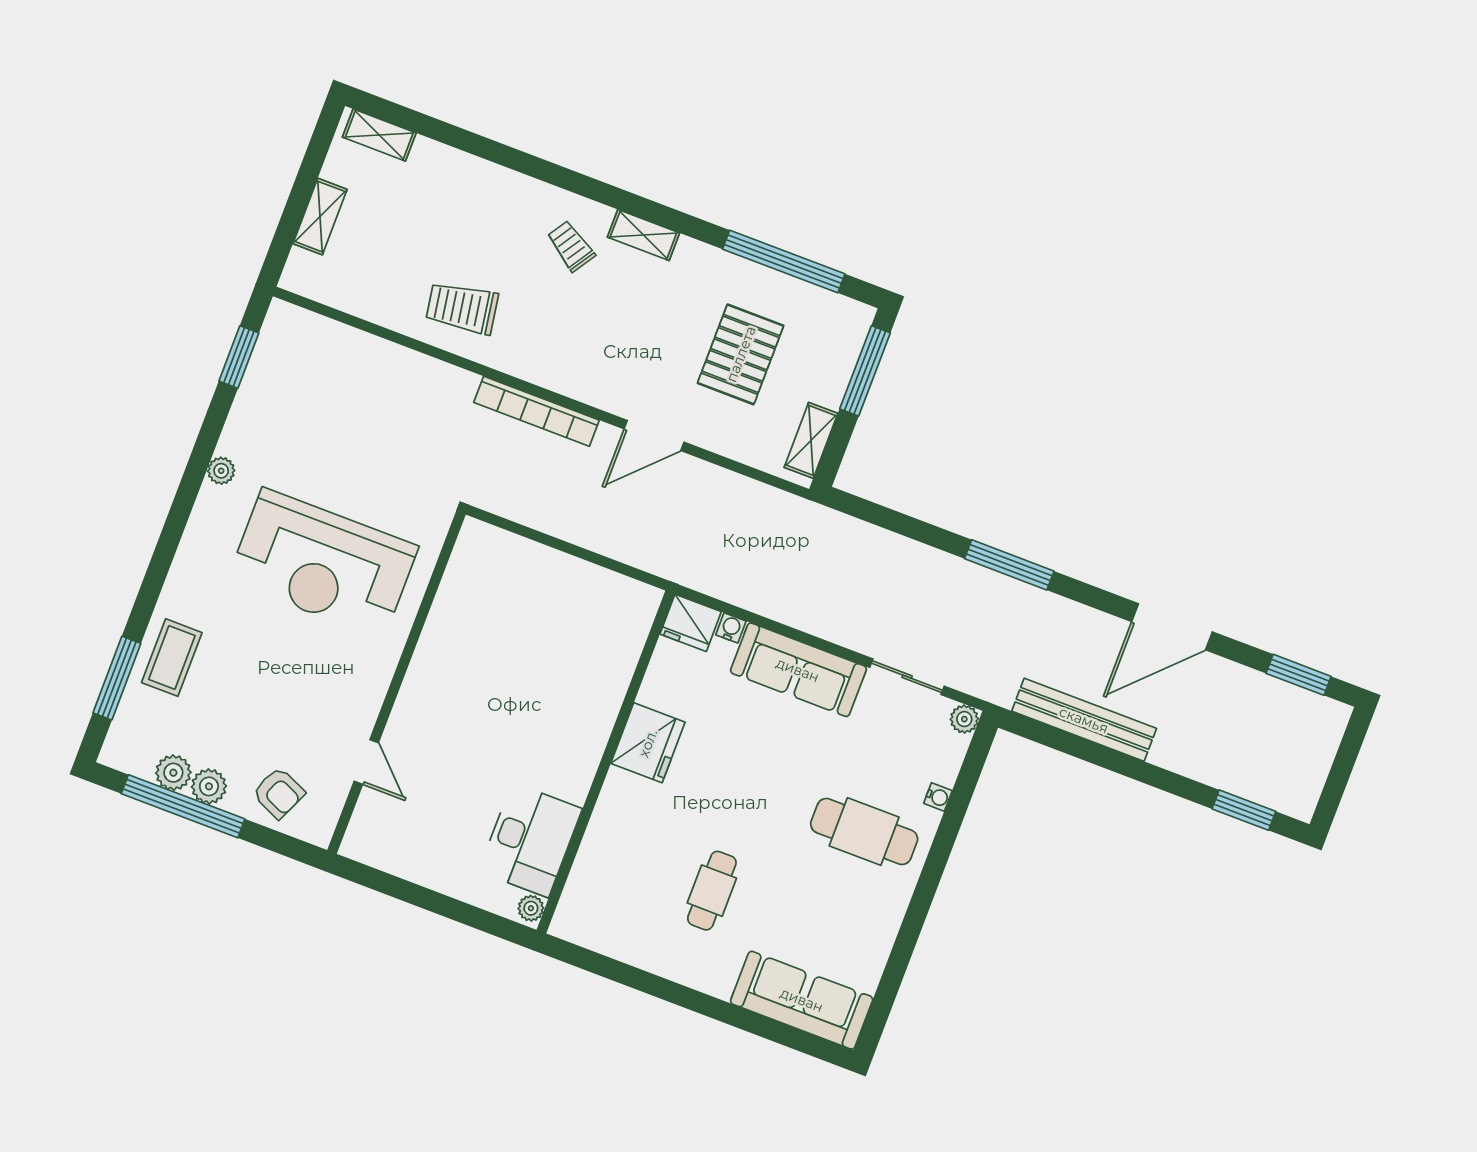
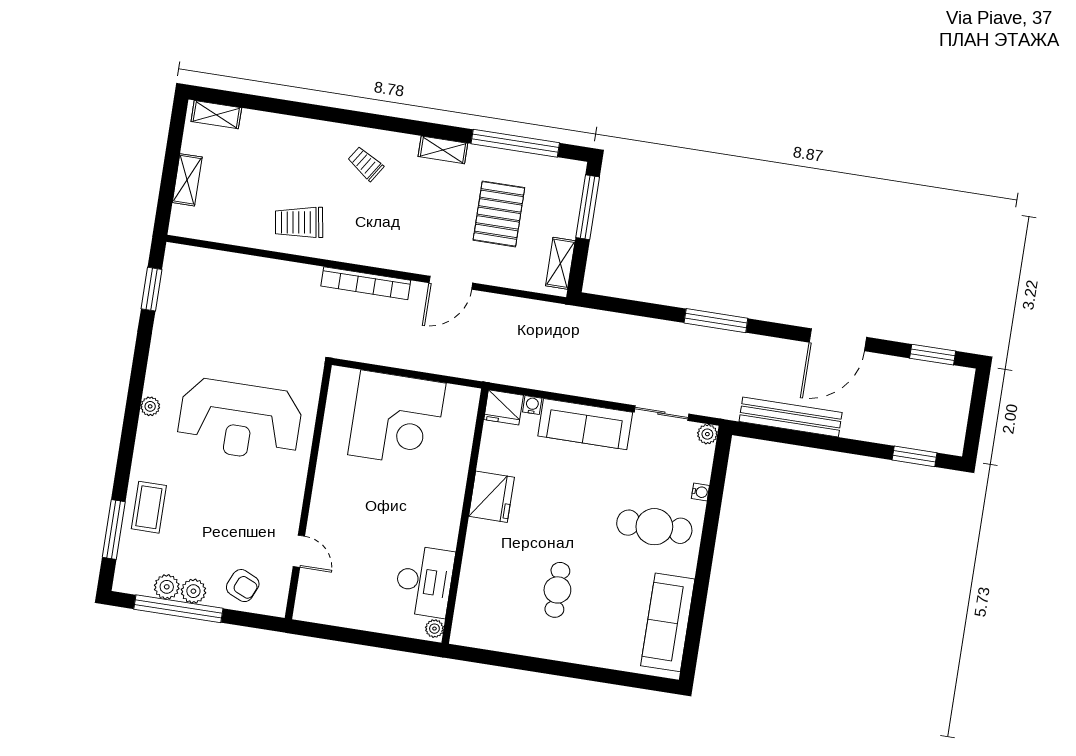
shelving: (643, 235) -> (443, 150), moved
plant: (221, 471) -> (150, 406), moved
corner desk: (540, 608) -> (397, 419), added
sofa: (802, 1000) -> (668, 622), moved, turned -90

